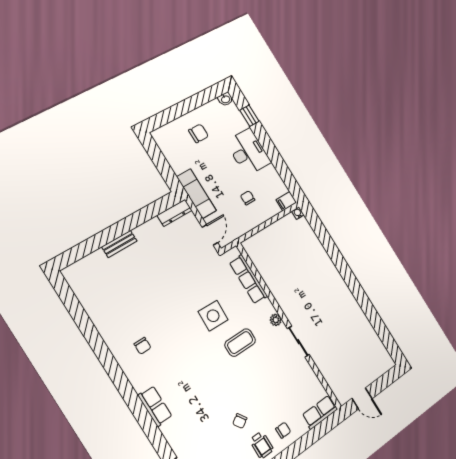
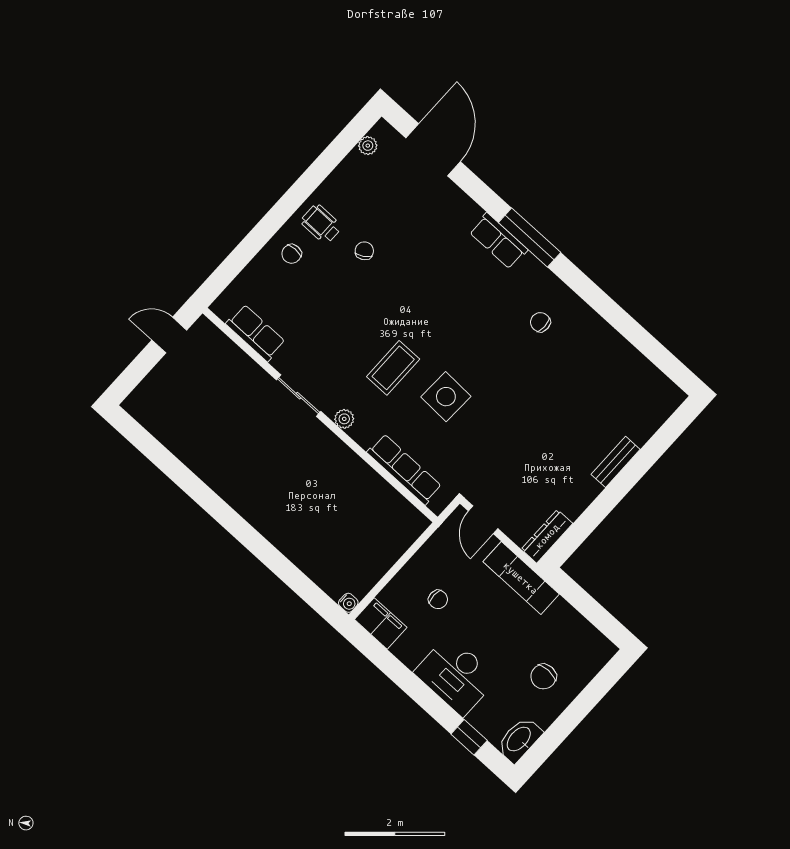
washbasin: (225, 99) -> (519, 740), width x1.91, depth x1.45
filing cabinet: (286, 201) -> (381, 623), width x2.00
window: (134, 403) -> (530, 238), added
row of seats: (320, 412) -> (256, 333), moved, turned -90

